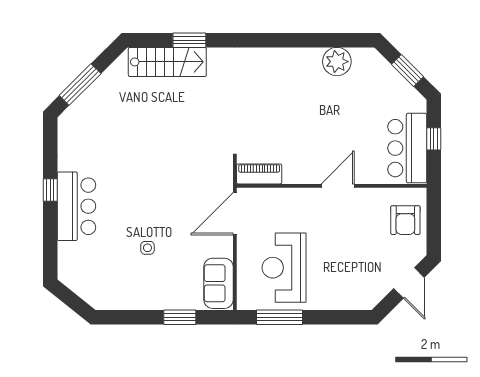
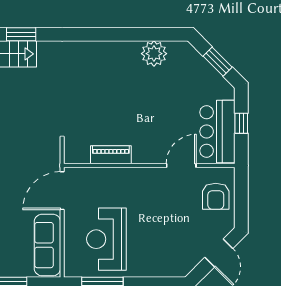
piano: (259, 174) -> (111, 155), moved
door: (338, 186) -> (181, 165), moved
sofa: (219, 283) -> (47, 245), width x1.36

